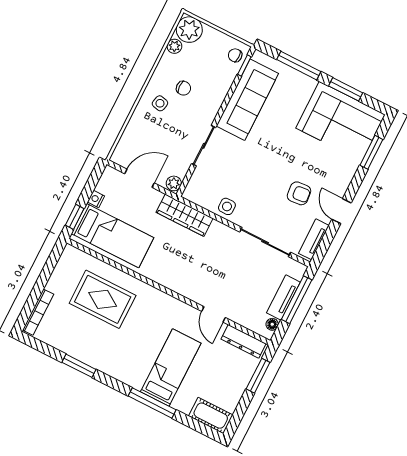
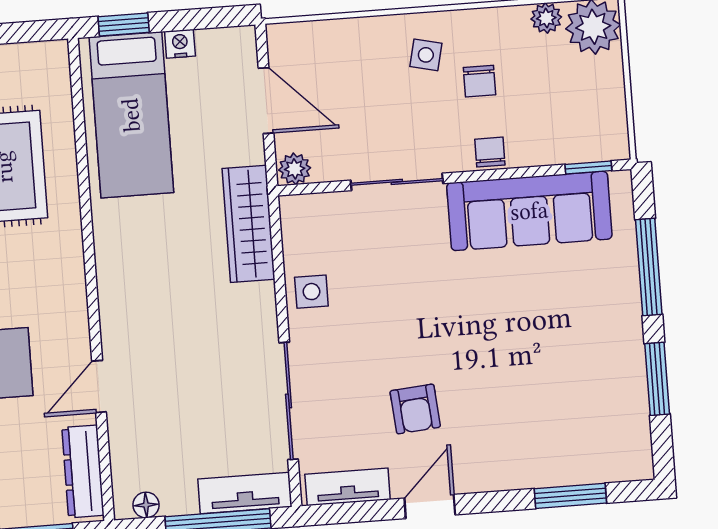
chair: (235, 55) -> (490, 152), moved
corner sofa: (340, 121) -> (593, 405), removed
tv unit: (283, 298) -> (245, 493), moved

